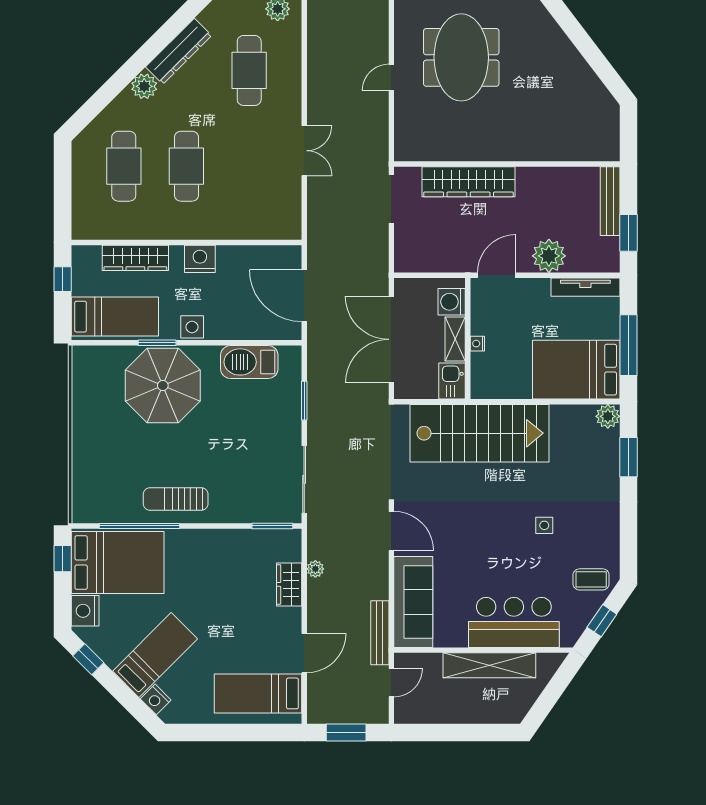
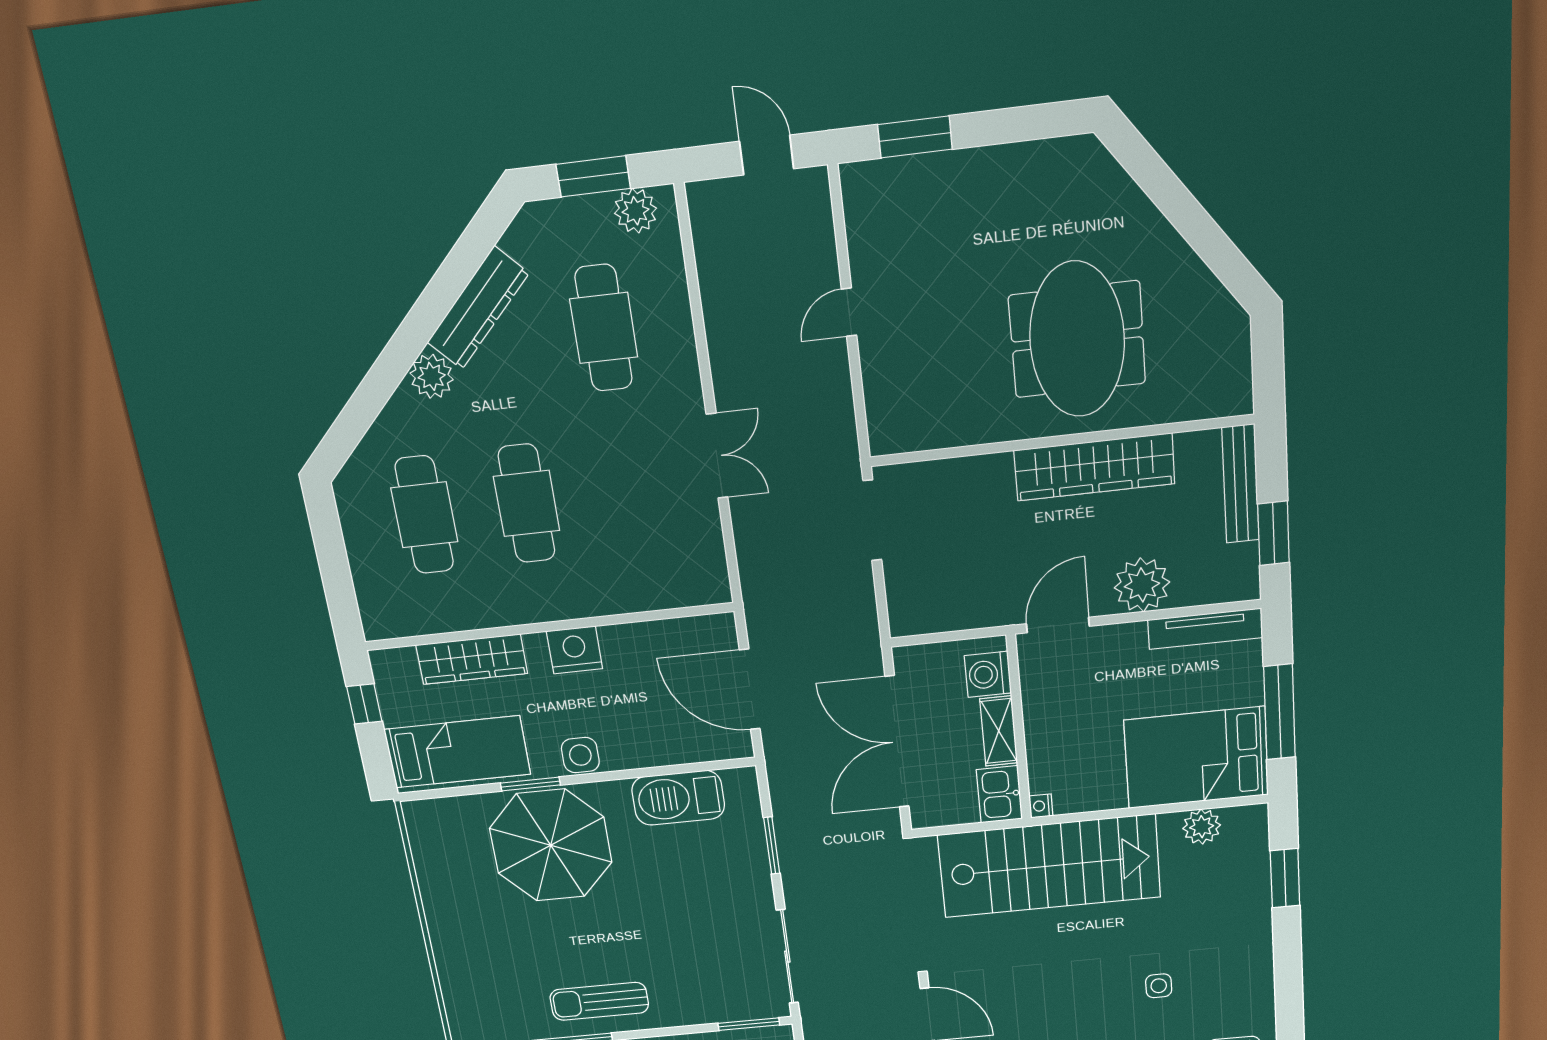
meeting table: (461, 57) -> (1077, 339), moved
wardrobe: (468, 182) -> (1094, 467), moved
nightstand: (477, 344) -> (1041, 806), moved
plant: (608, 416) -> (1202, 827), moved

